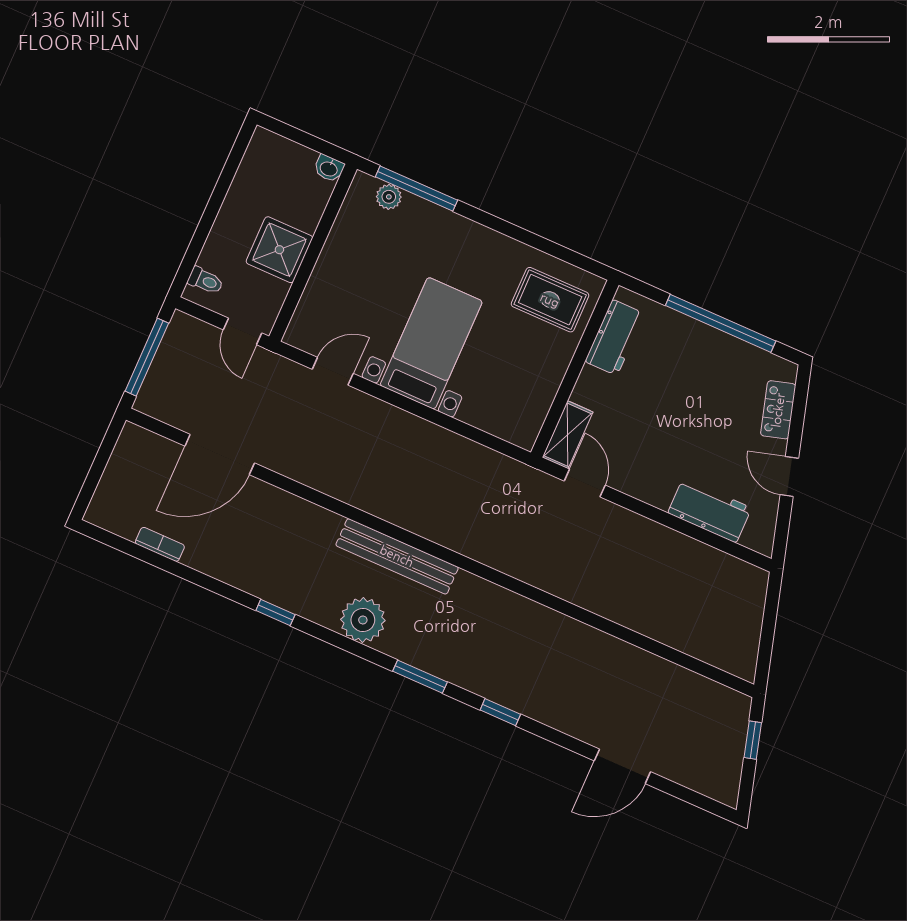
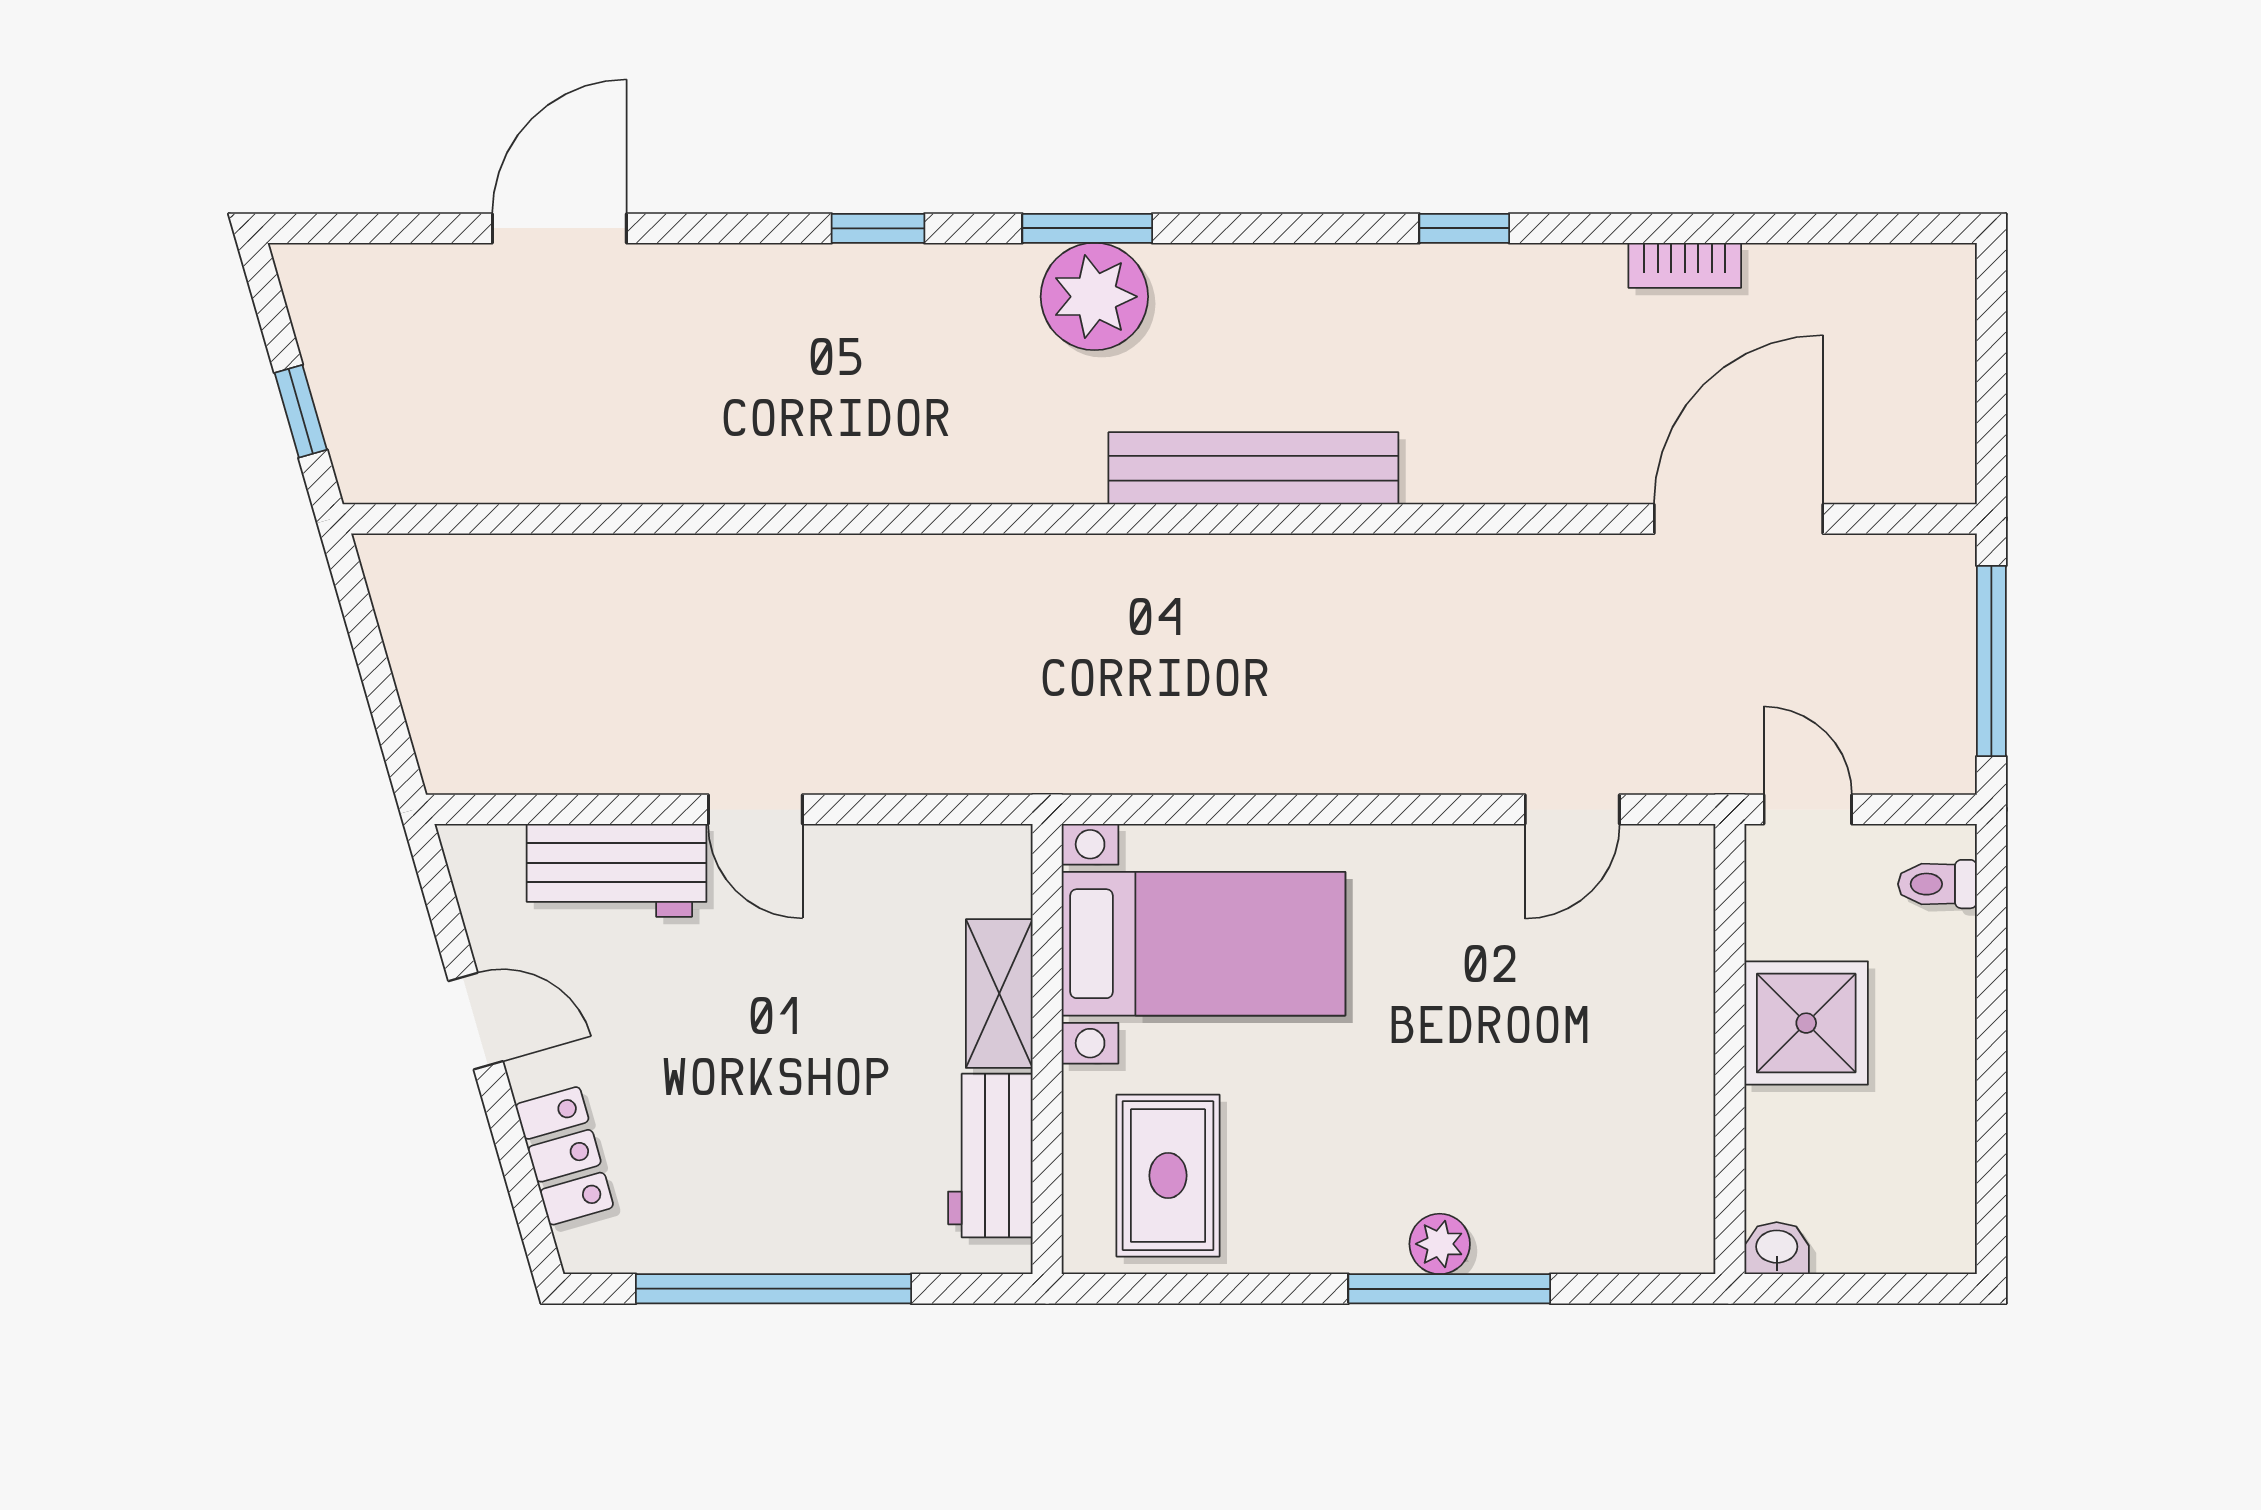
window: (416, 189) -> (1449, 1289), moved
plant: (389, 197) -> (1440, 1244), moved
rug: (550, 300) -> (1168, 1176), turned 90
bed with nightstands: (431, 343) -> (1204, 944), moved, turned -90
shelving: (568, 435) -> (999, 994), moved
door: (585, 483) -> (755, 809), moved
bookcase: (160, 544) -> (1685, 265), moved
plant: (363, 620) -> (1094, 297), moved

